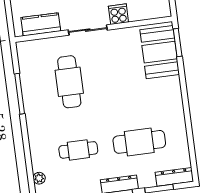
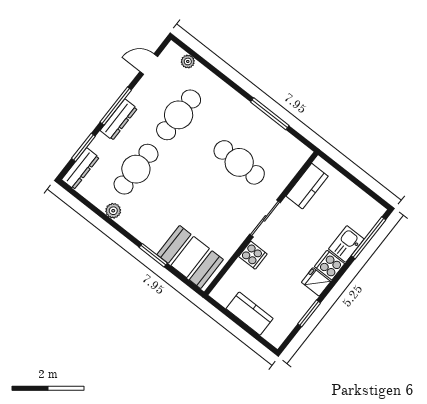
window: (178, 43) -> (153, 255), moved
plant: (180, 130) -> (113, 211), added
cafe table: (78, 150) -> (179, 115), width x1.37, depth x1.35

